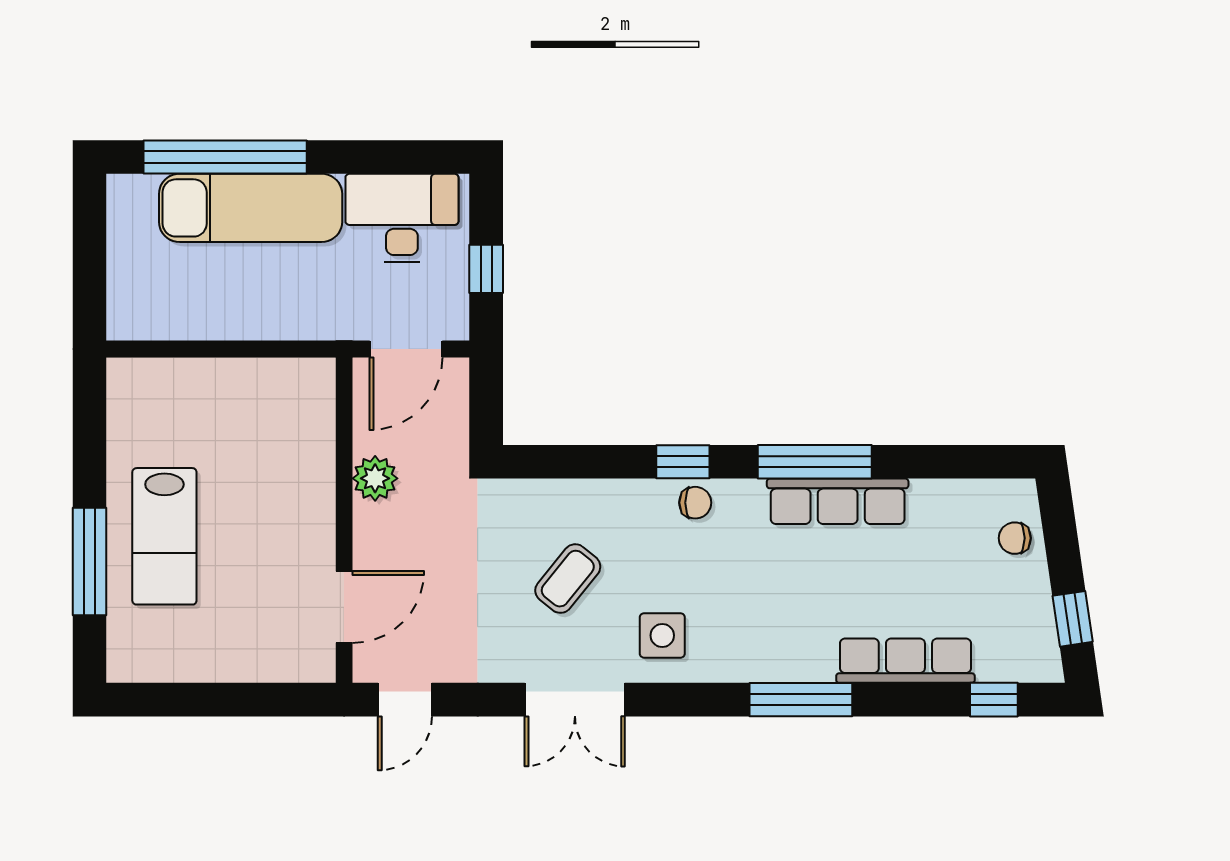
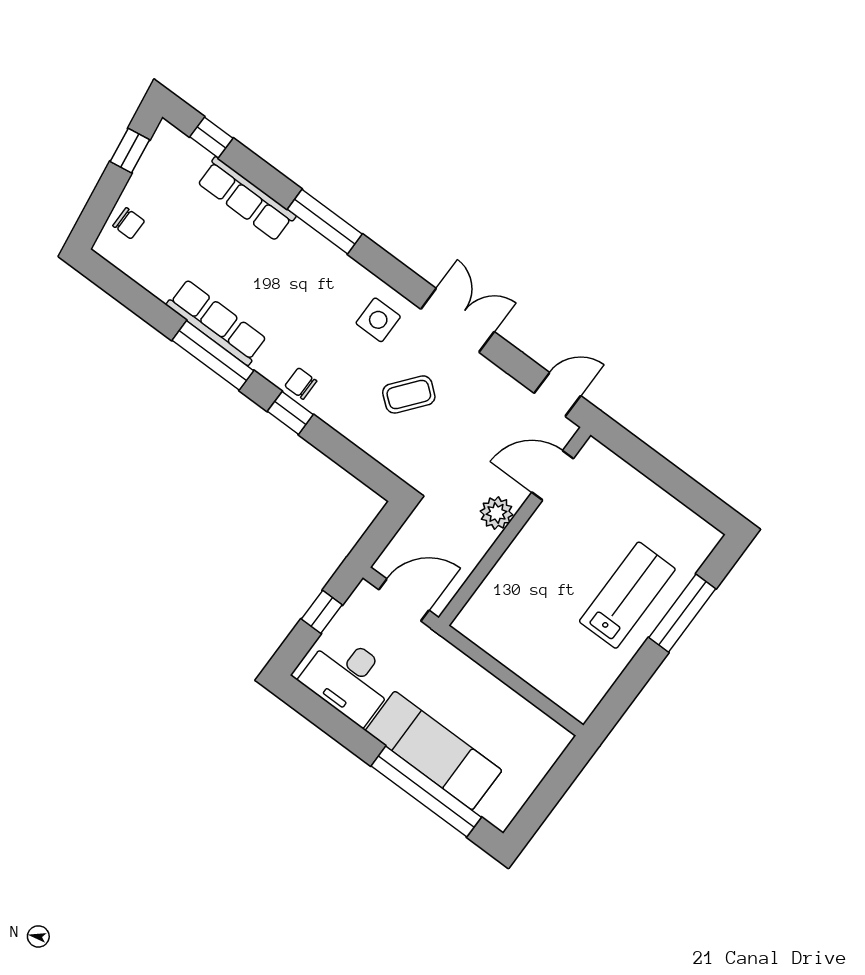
plant: (375, 478) -> (497, 513), moved

